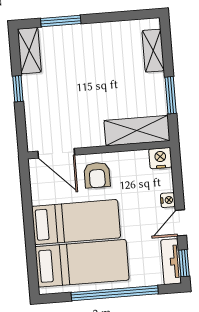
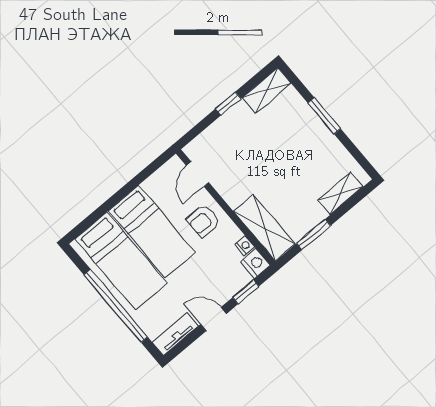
window: (61, 21) -> (324, 116), moved
door: (56, 153) -> (197, 174), width x0.73
nightstand: (168, 200) -> (245, 246), moved, turned -90
window: (184, 263) -> (246, 292), moved

